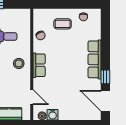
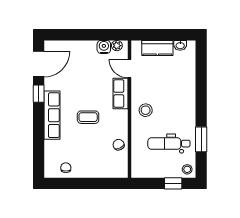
coffee table: (63, 24) -> (88, 117), moved
row of seats: (39, 65) -> (121, 93), moved
door: (105, 101) -> (39, 64), hinge flipped

